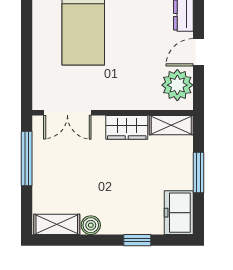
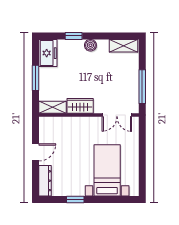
plant: (177, 85) -> (49, 132), removed
double door: (67, 113) -> (117, 115), swing flipped
boiler: (91, 225) -> (90, 45), moved

